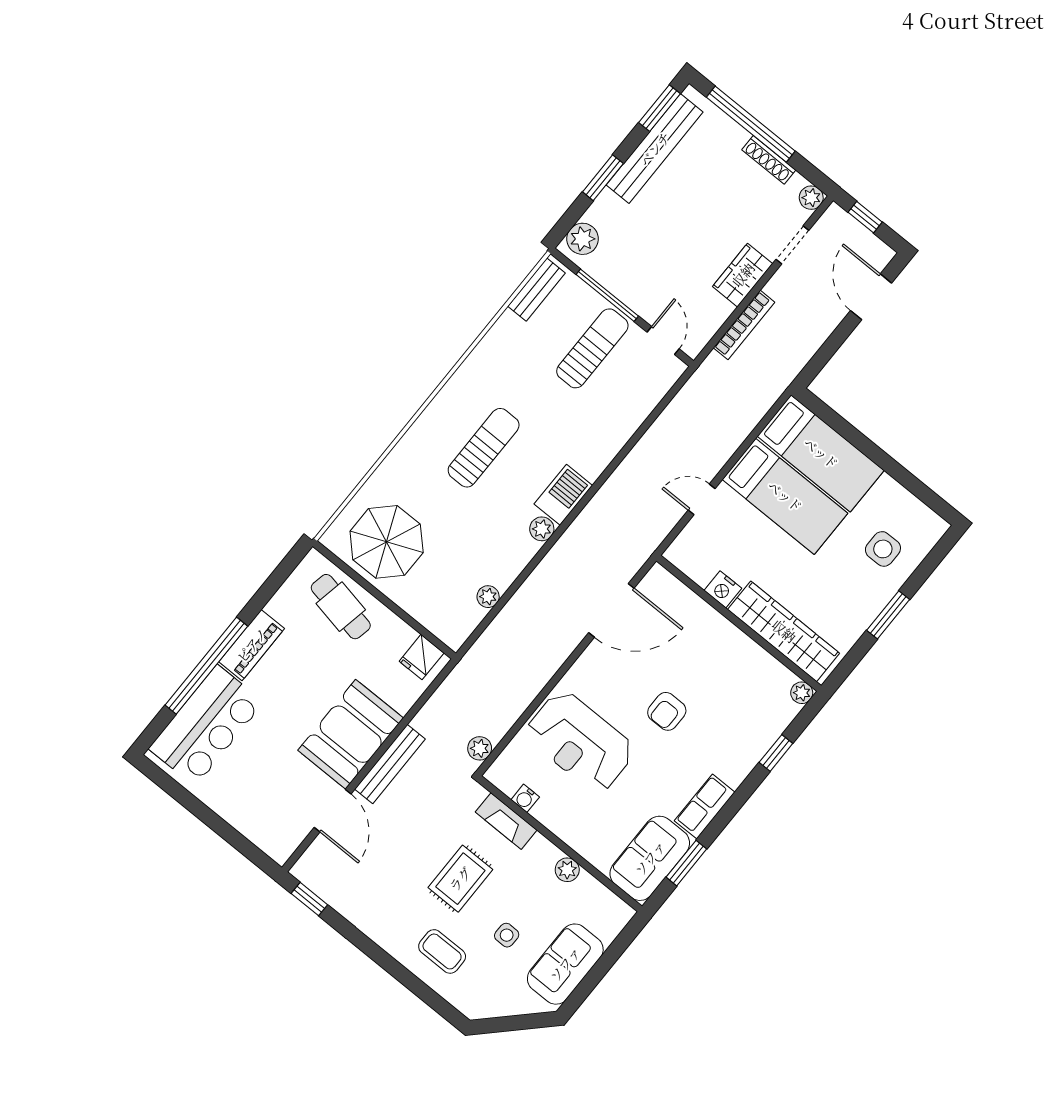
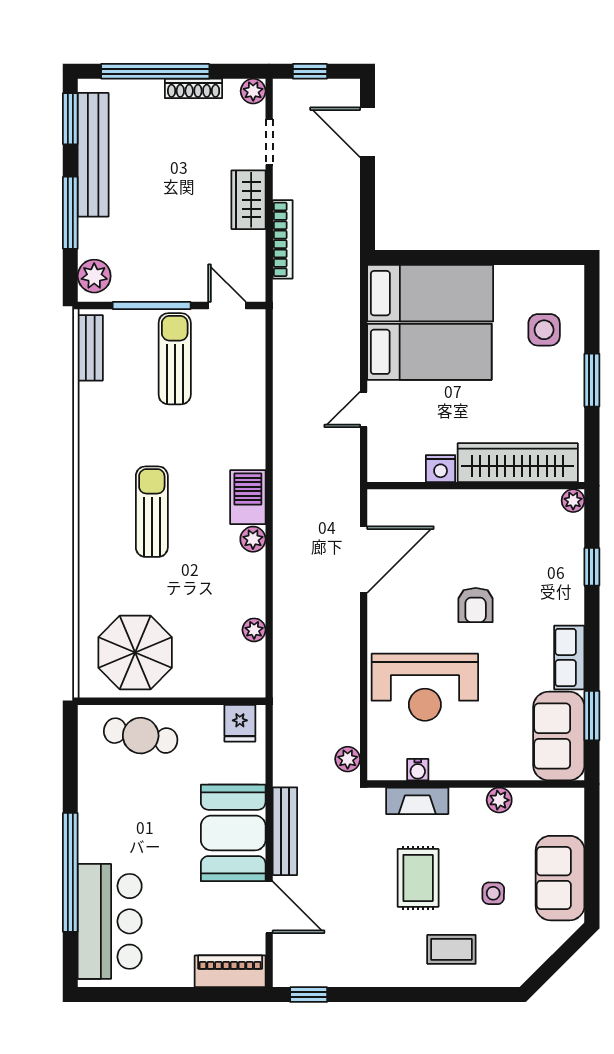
window: (603, 178) -> (70, 213), width x1.44
piano: (252, 645) -> (230, 971), moved, turned -90

